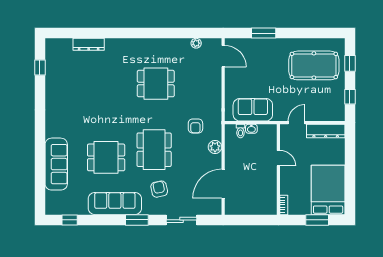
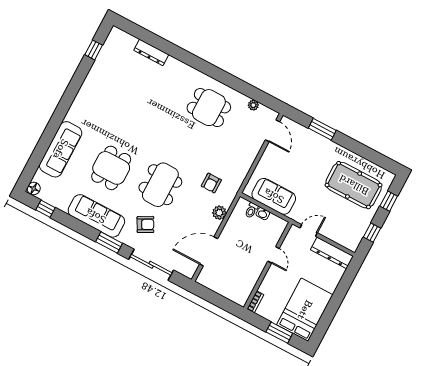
dining table: (156, 84) -> (209, 108), moved
dining table: (106, 157) -> (111, 168), turned 90
armchair: (159, 189) -> (145, 224), turned 74
floor lamp: (51, 208) -> (34, 189), added
sliding door: (181, 220) -> (151, 265), width x1.37

